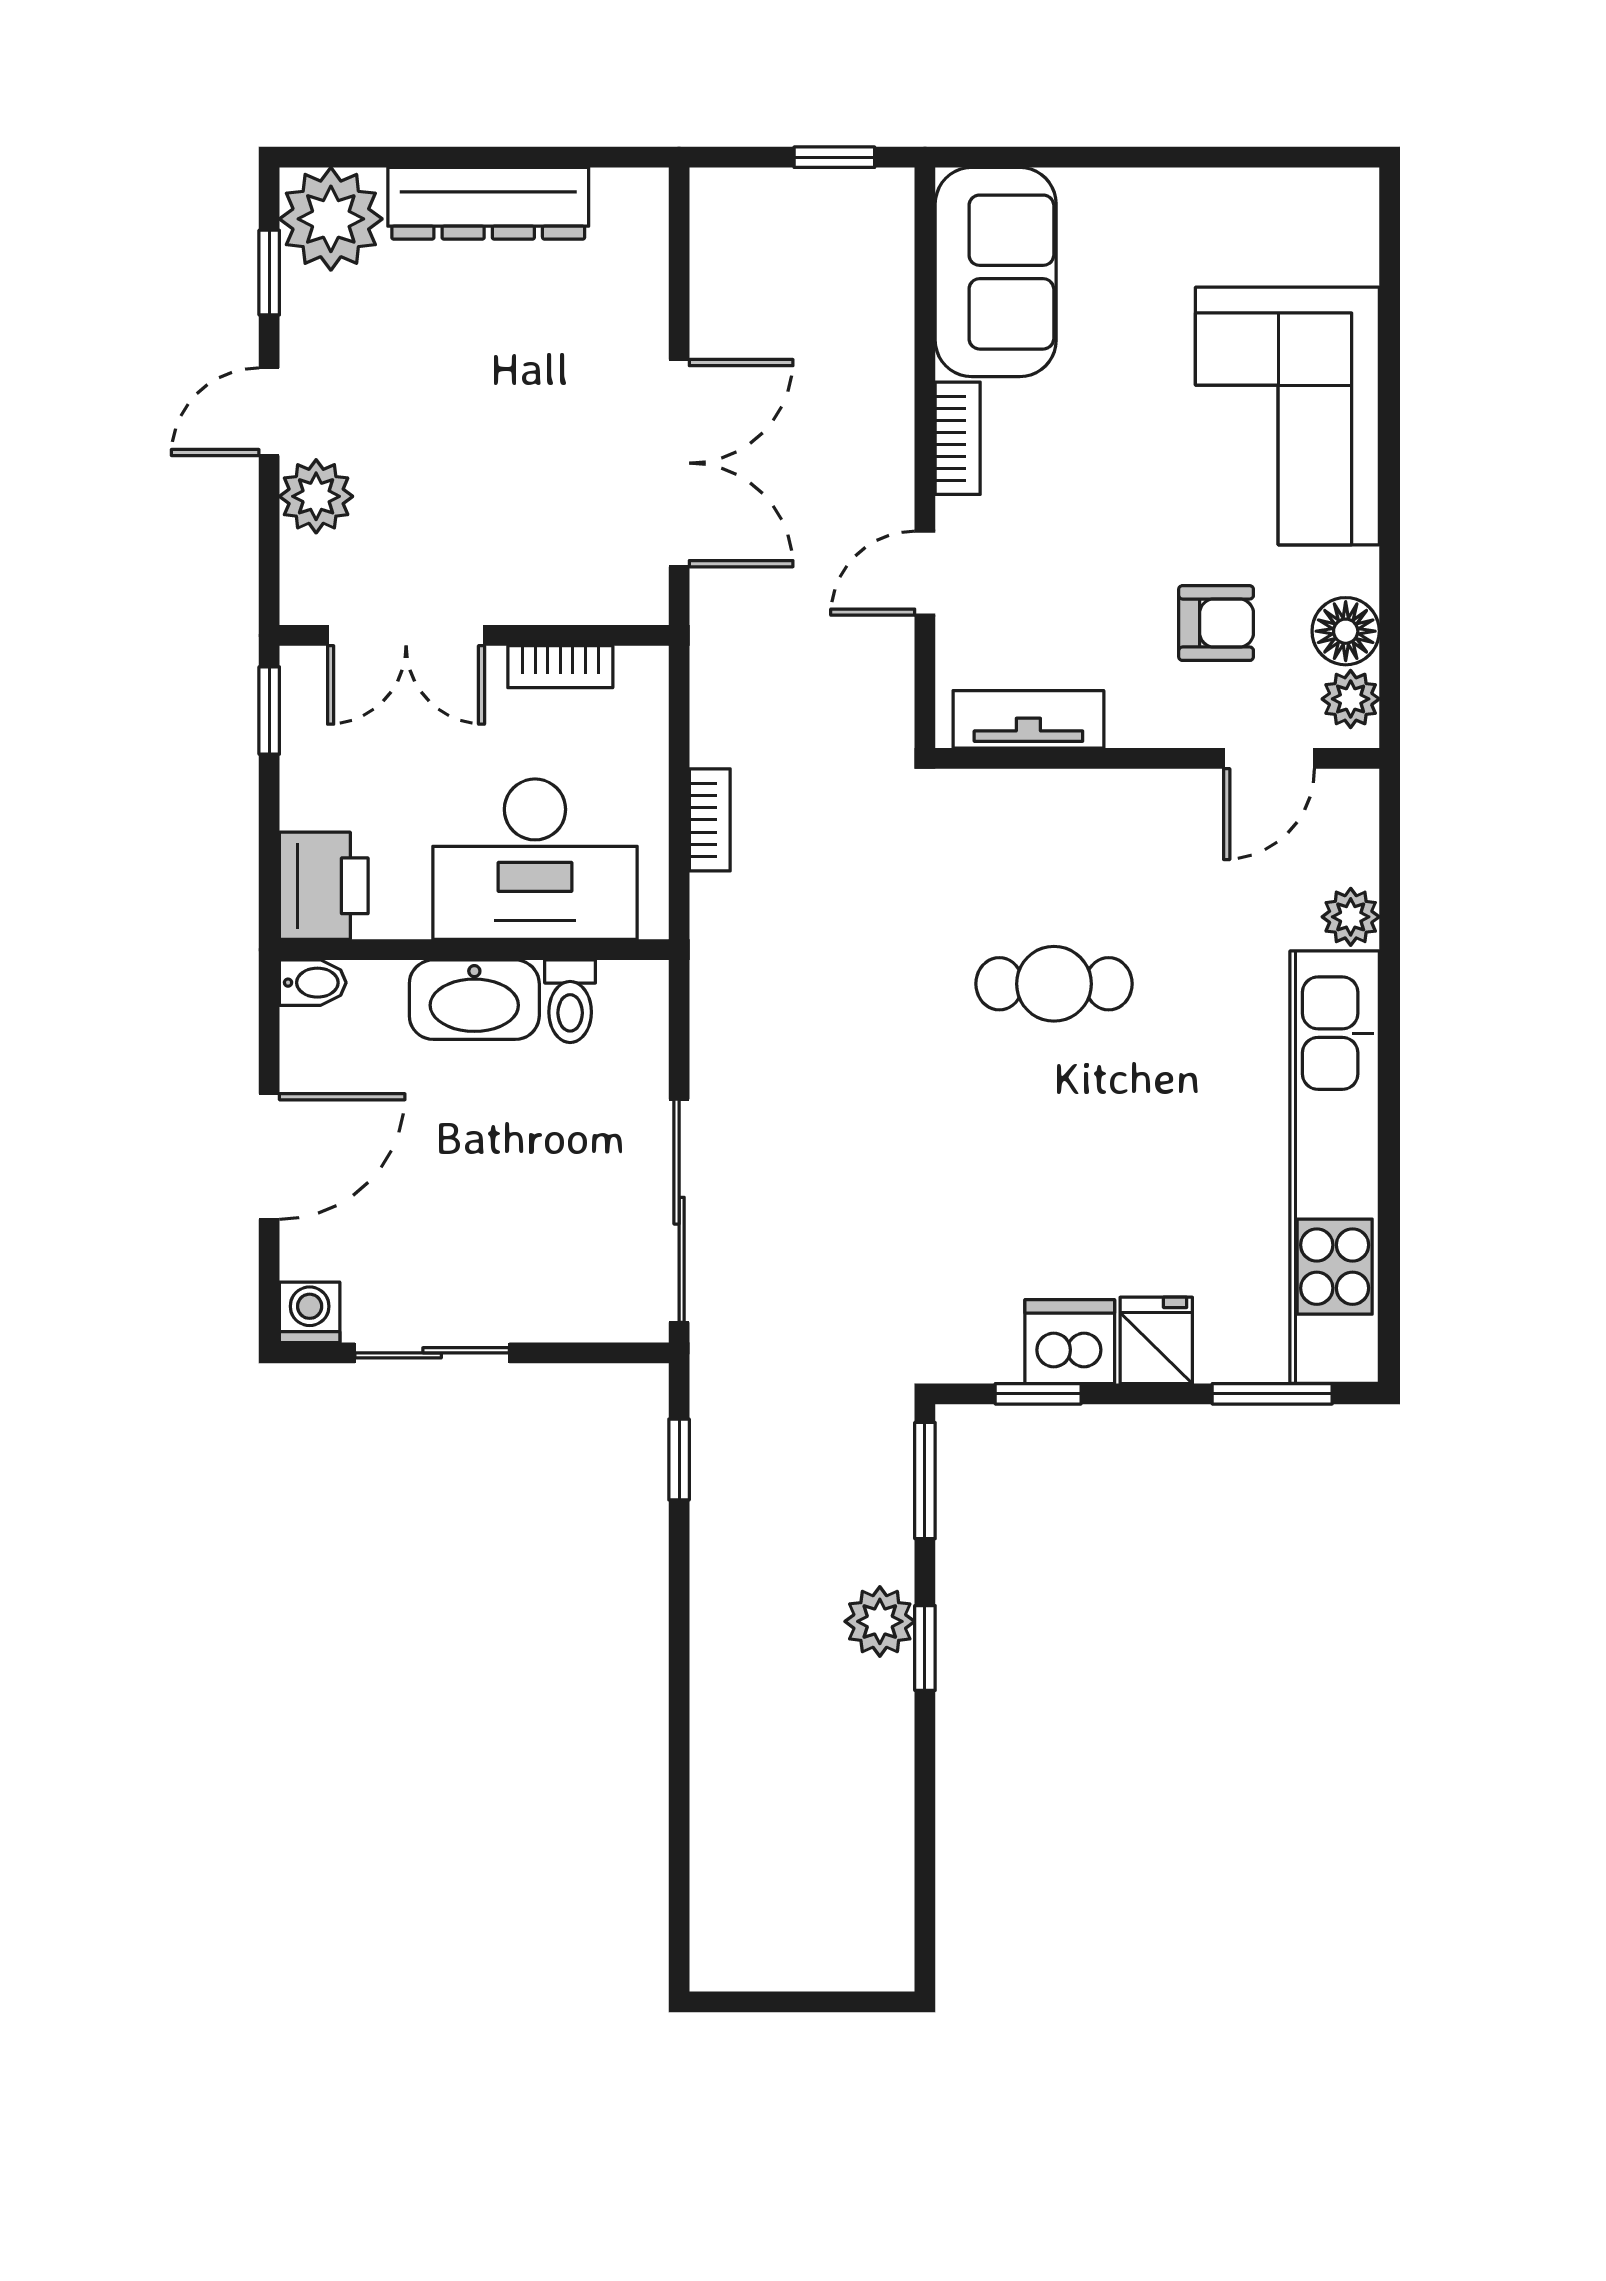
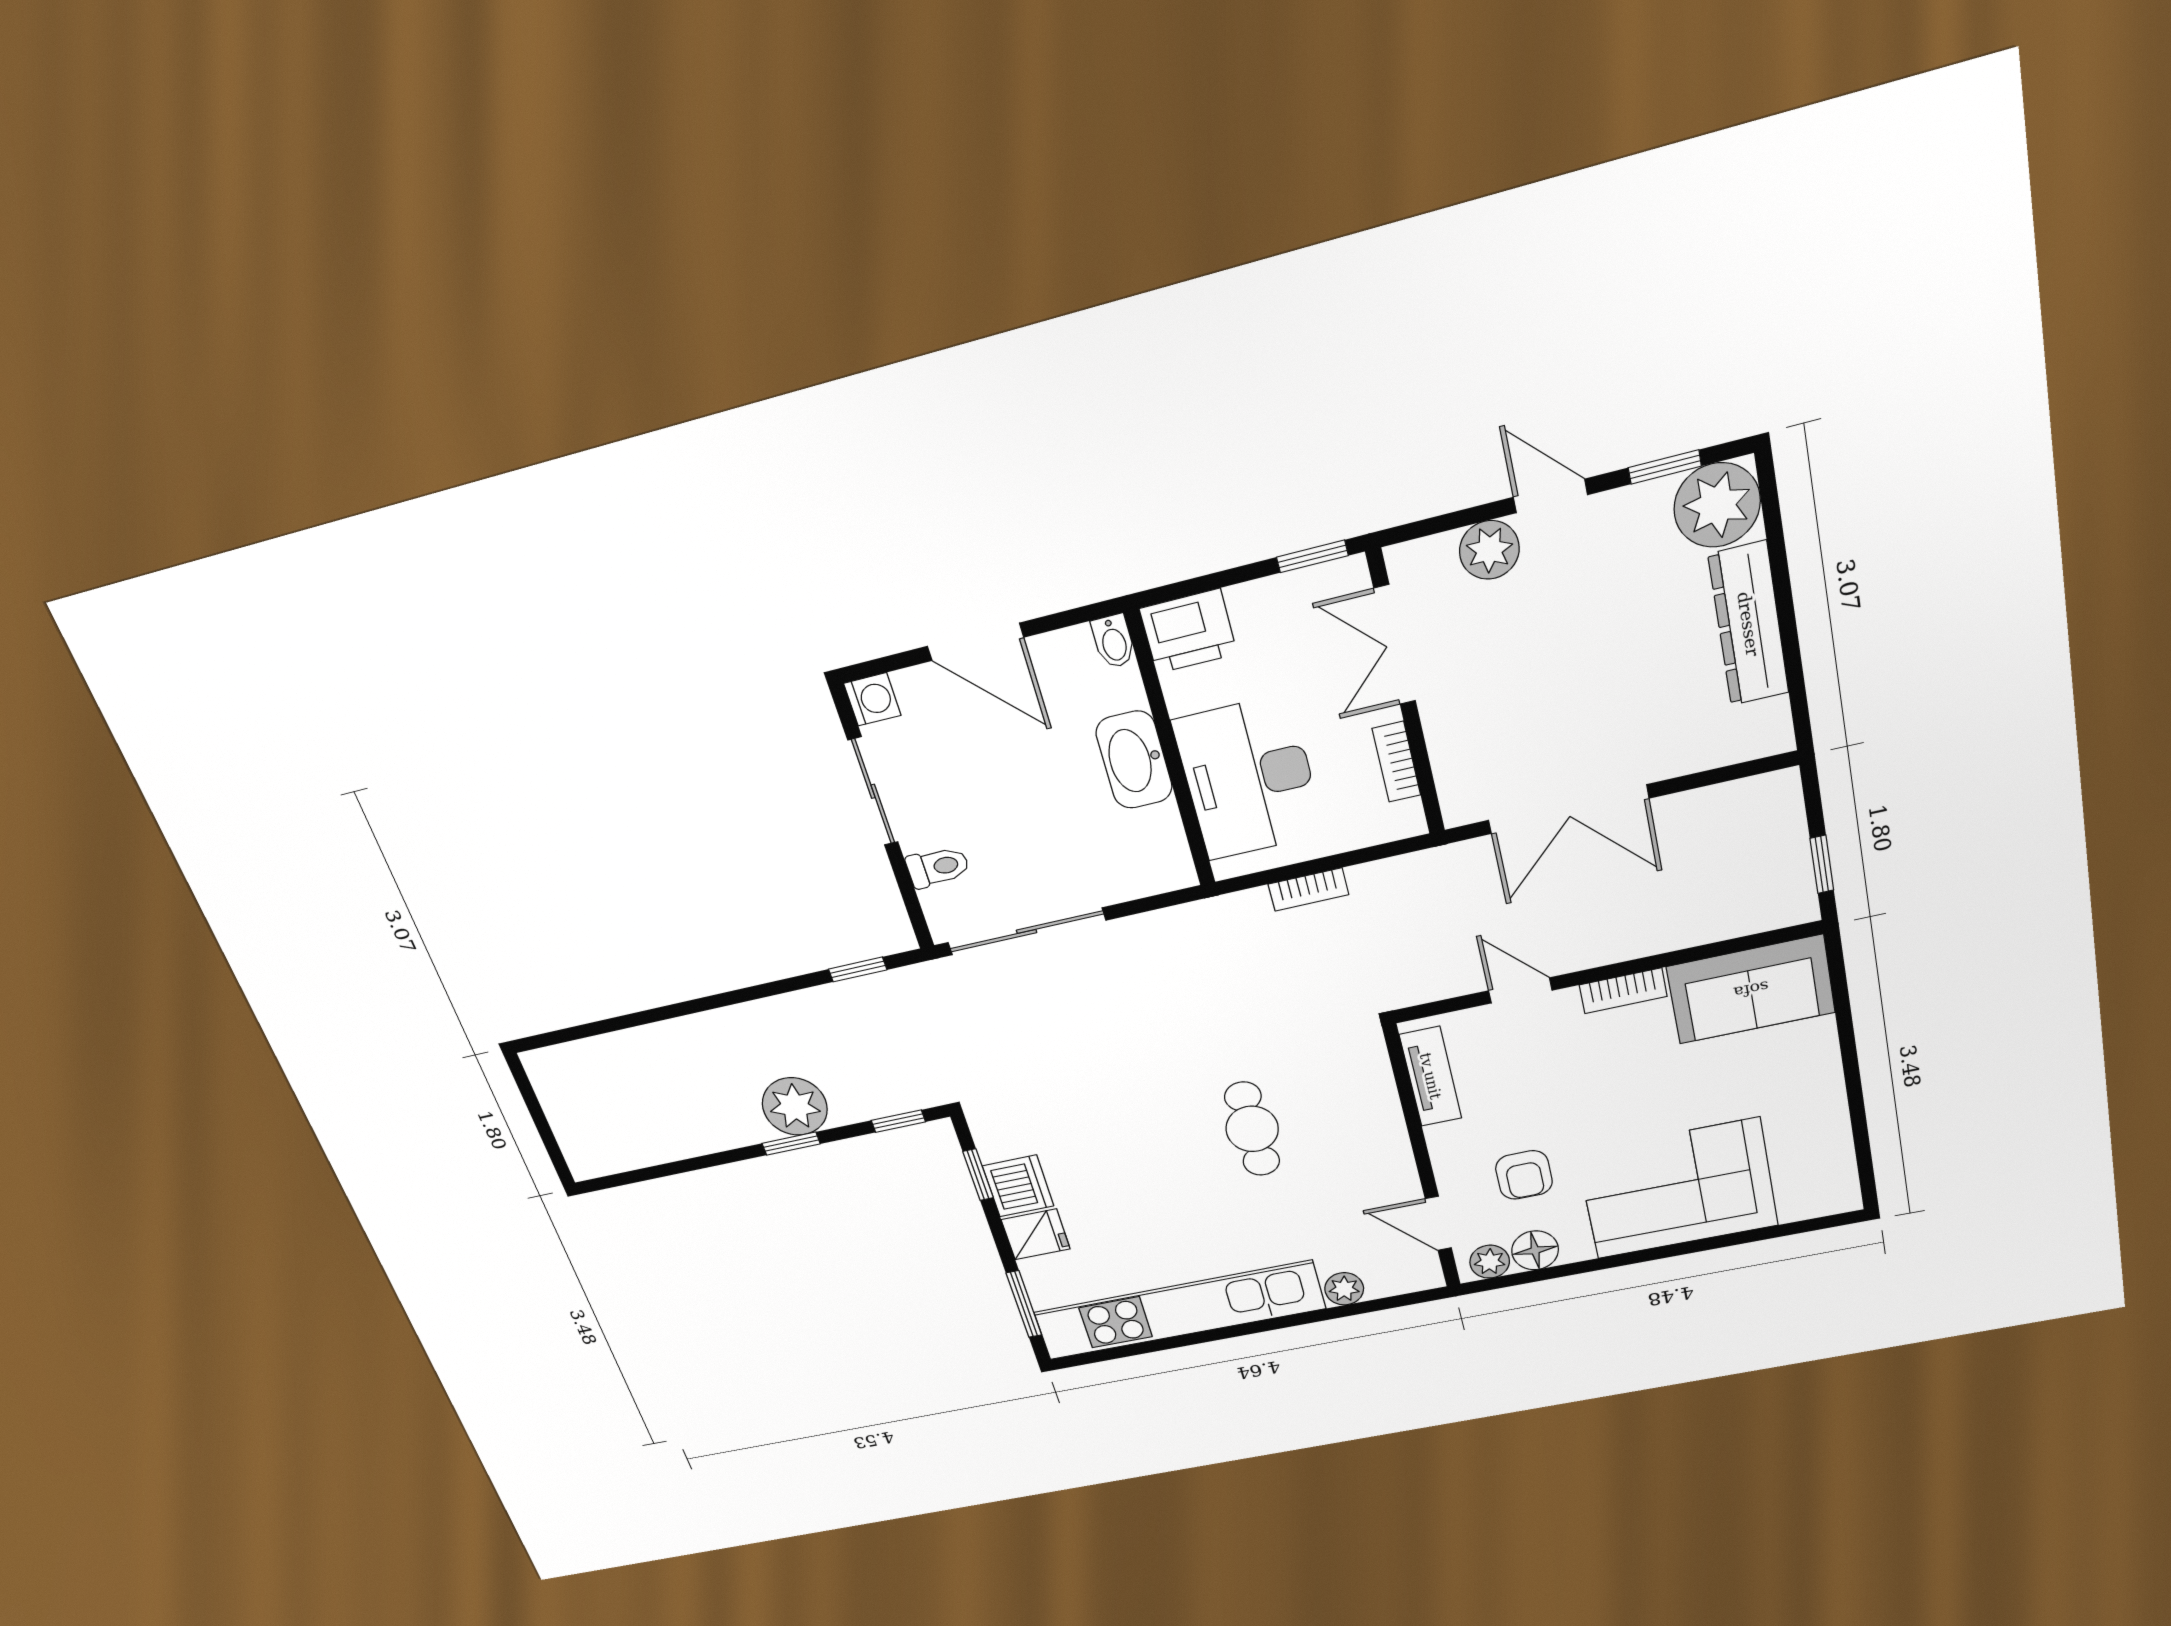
toilet: (570, 1001) -> (938, 867), moved, turned 180
window: (925, 1481) -> (898, 1121), width x0.67
plant: (880, 1621) -> (795, 1106), width x1.36, depth x1.36

